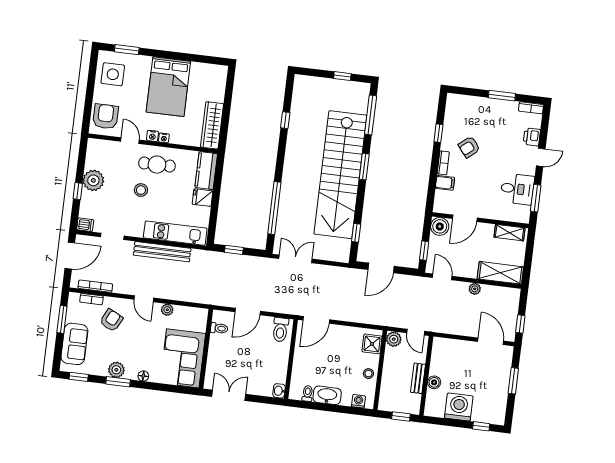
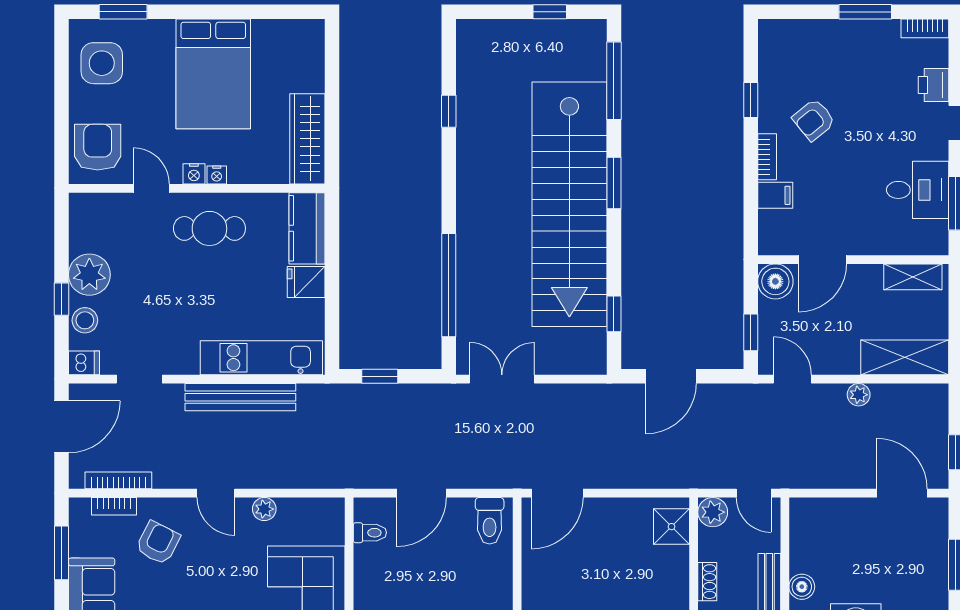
stool: (141, 190) -> (85, 320), moved
stool: (368, 374) -> (672, 585), removed
shoe rack: (387, 374) -> (707, 582), added

